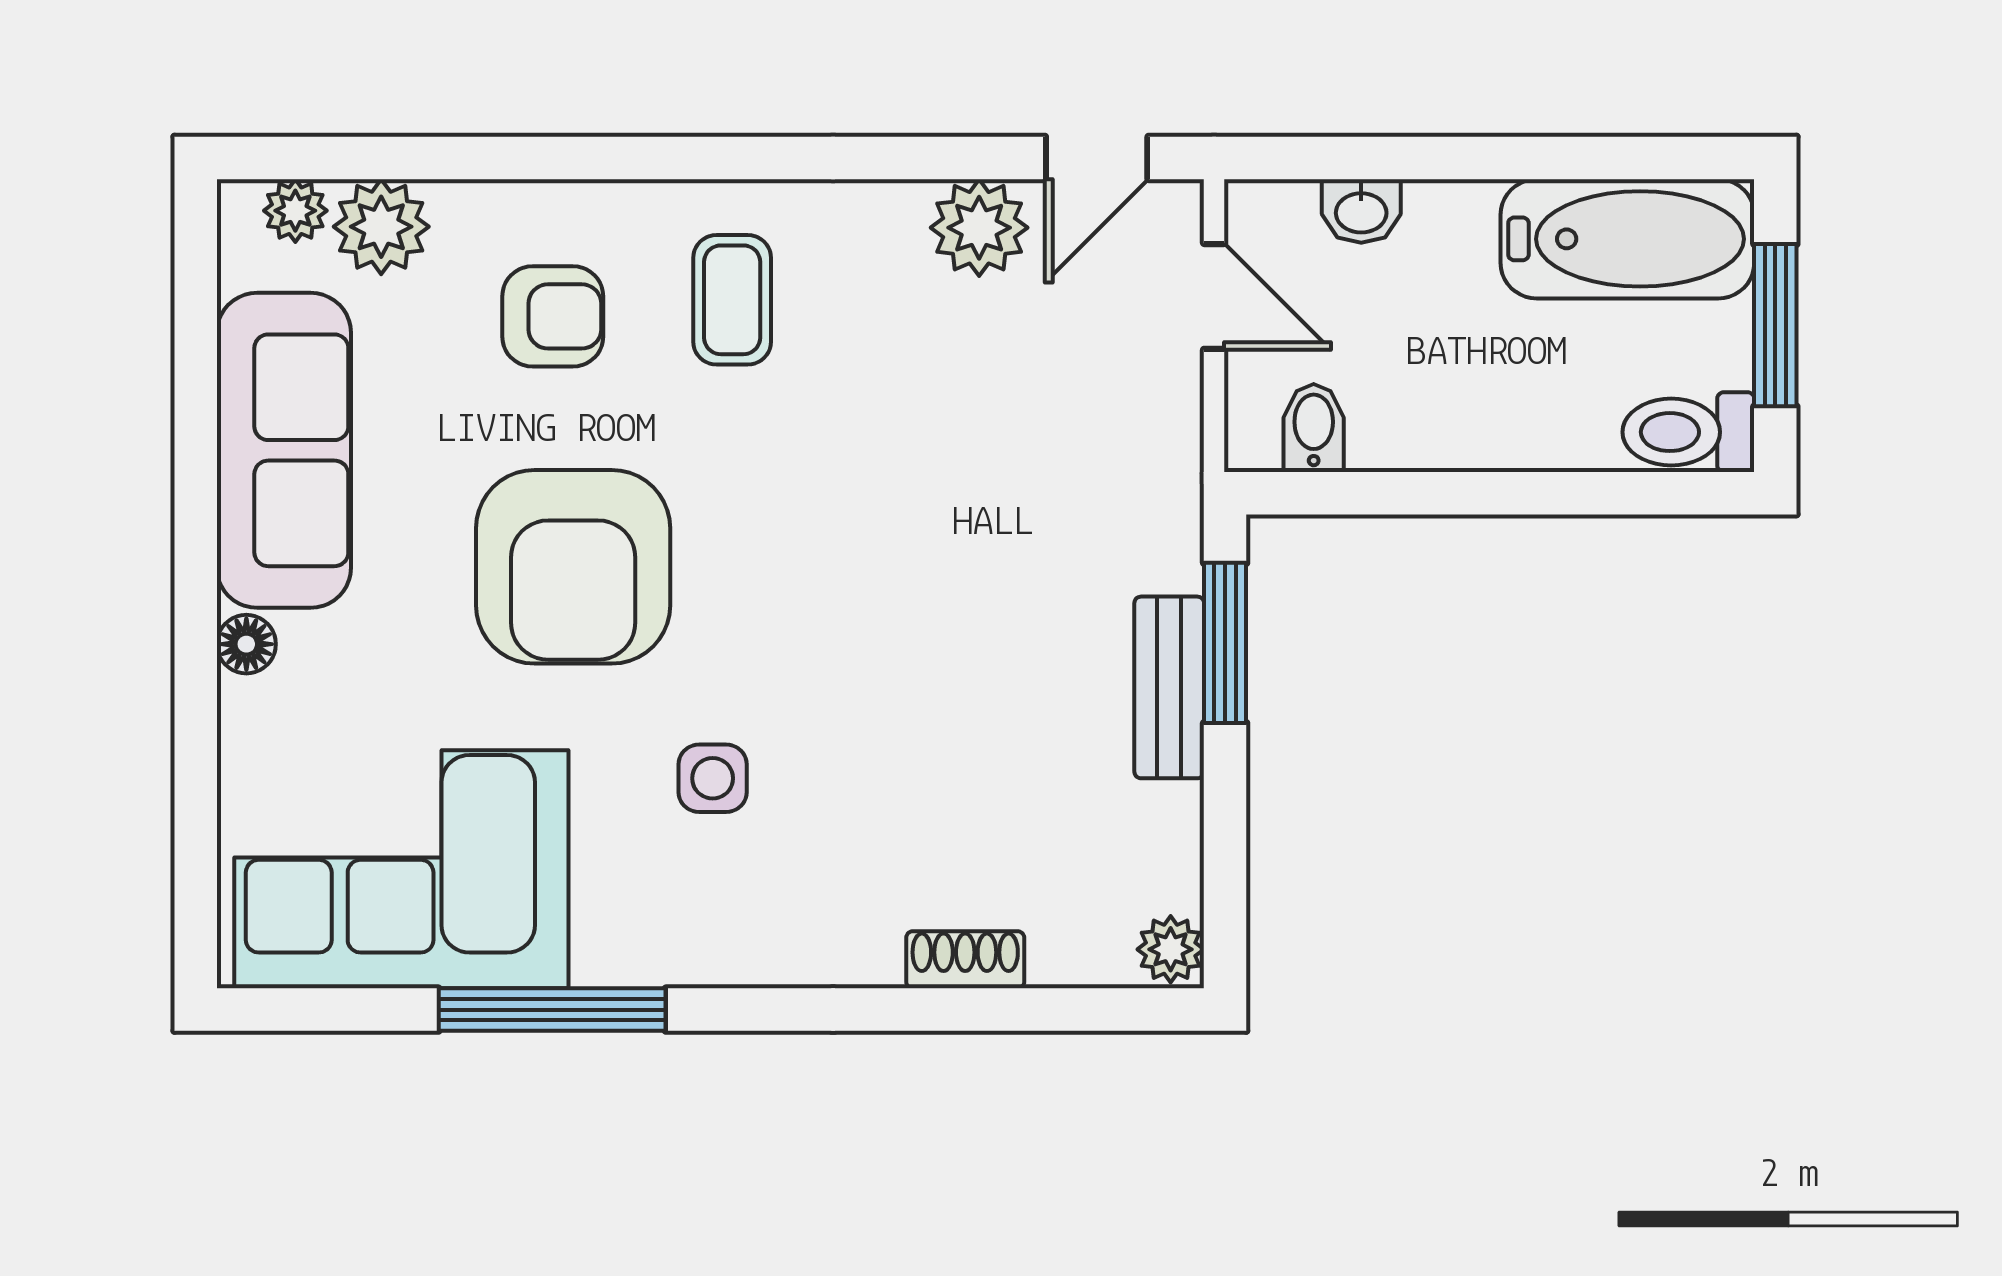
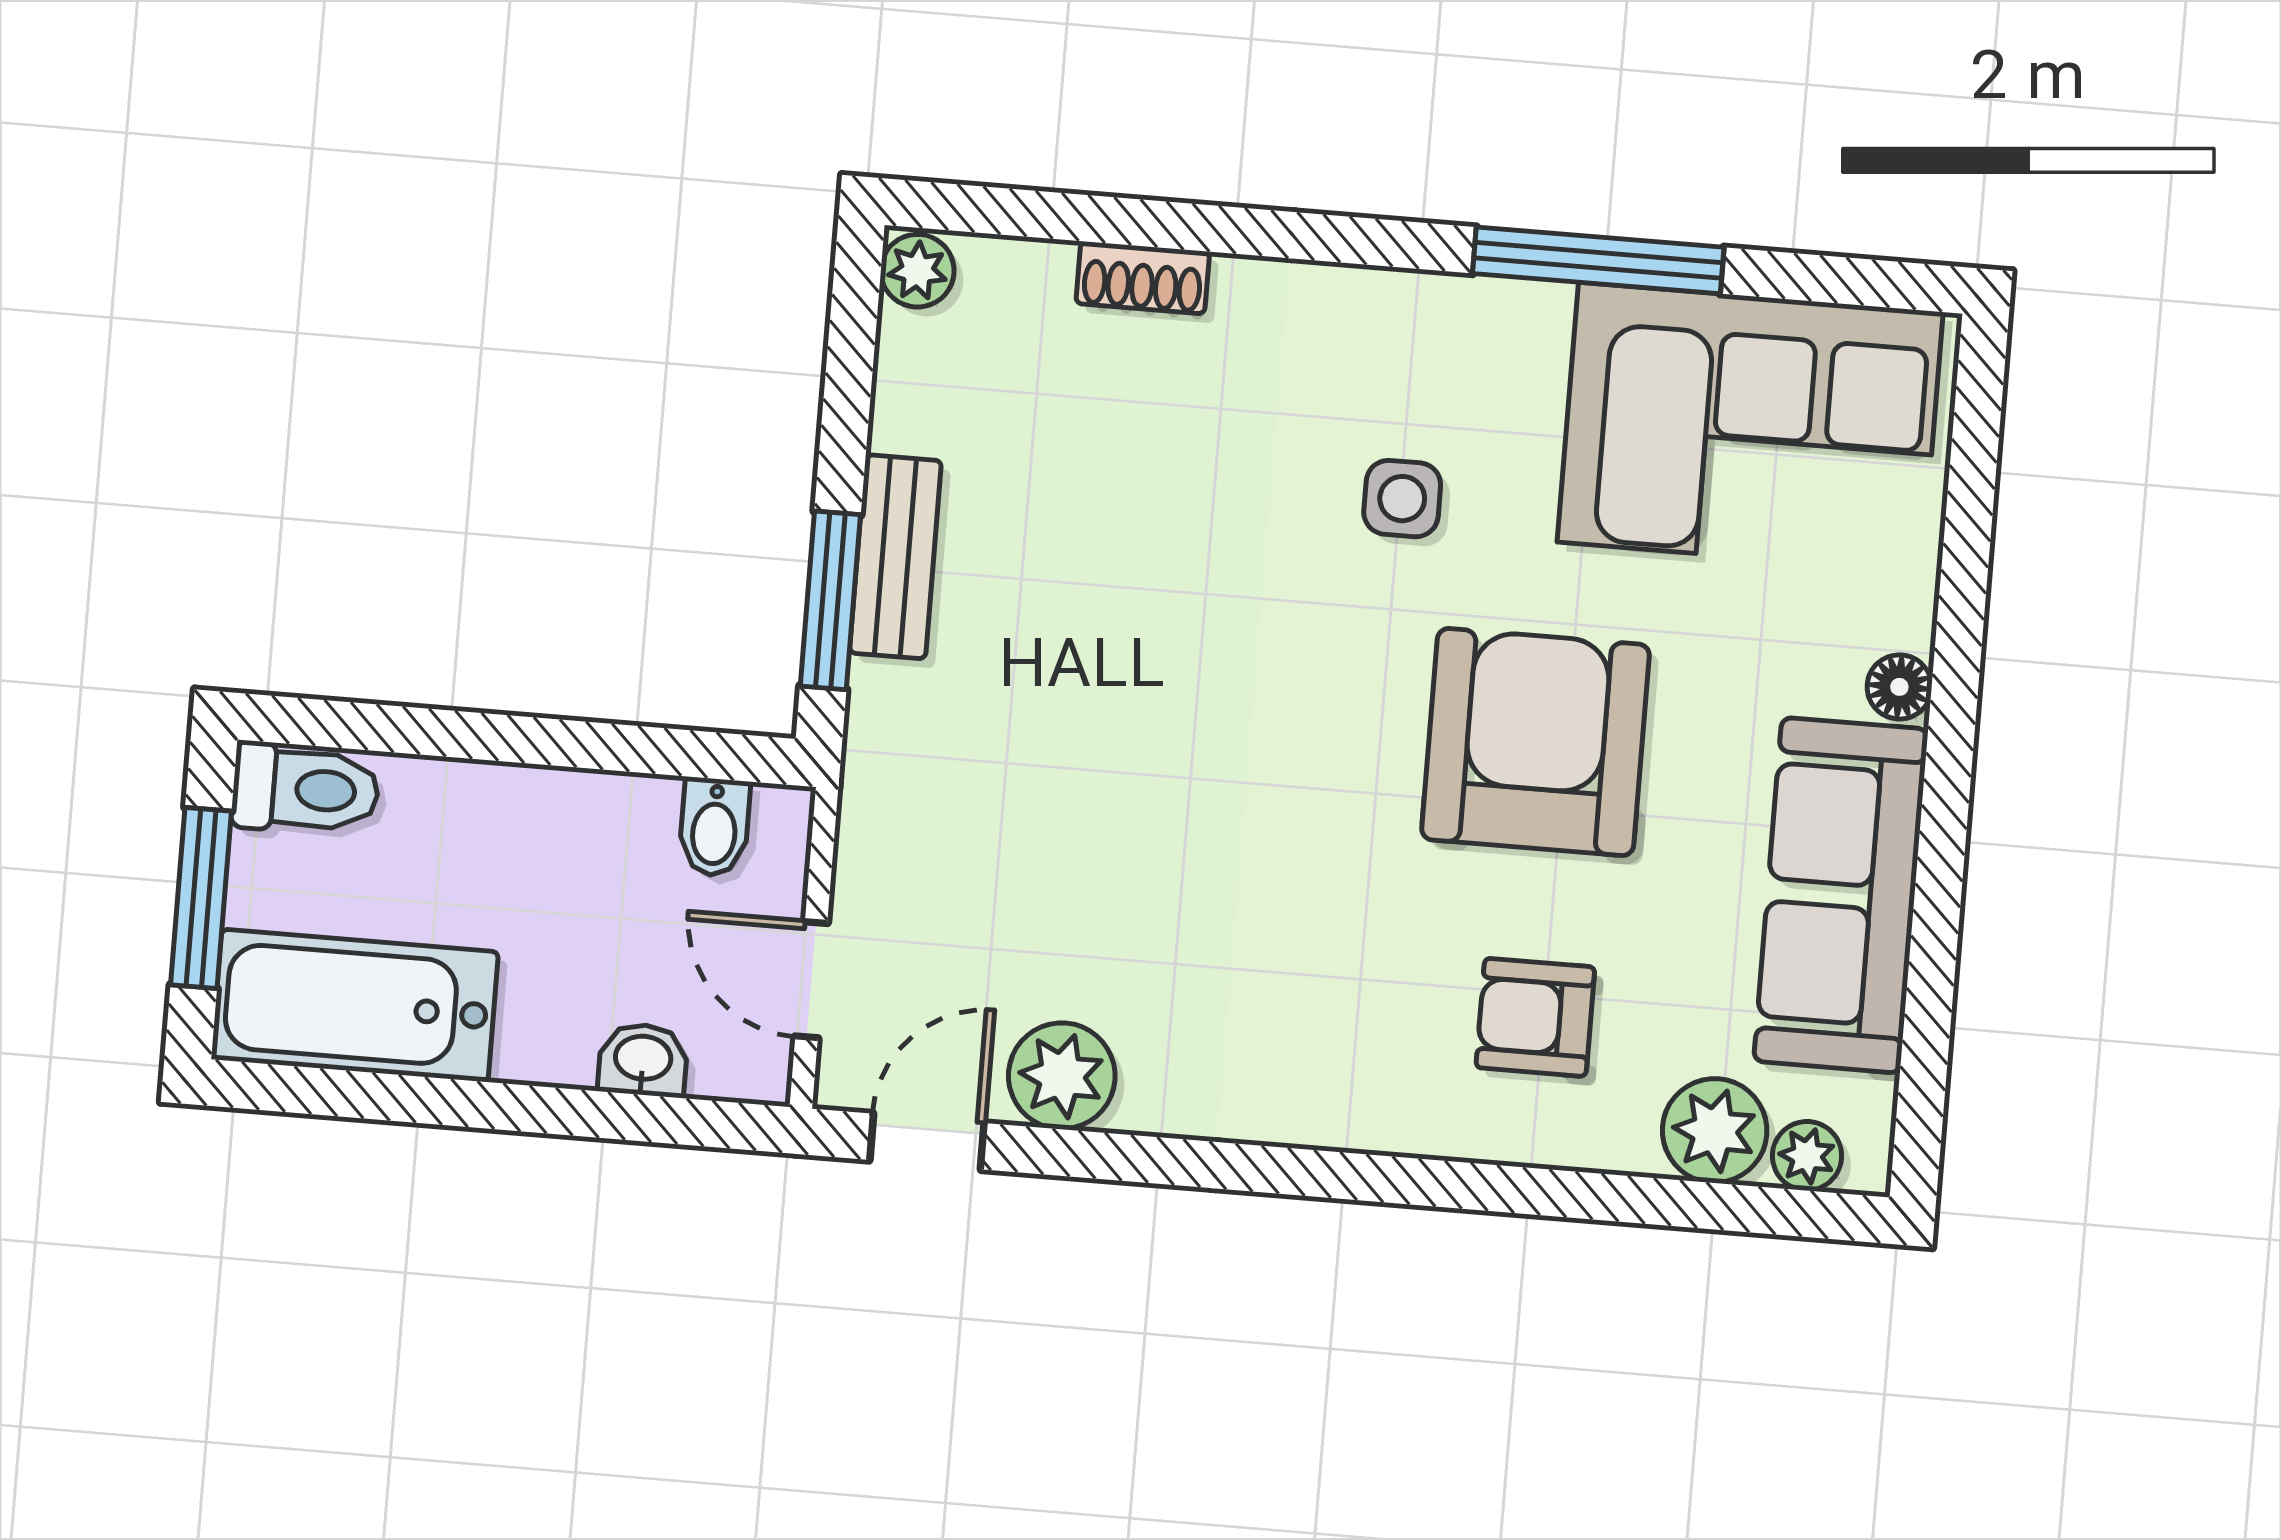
coffee table: (732, 300) -> (1338, 1019), removed

